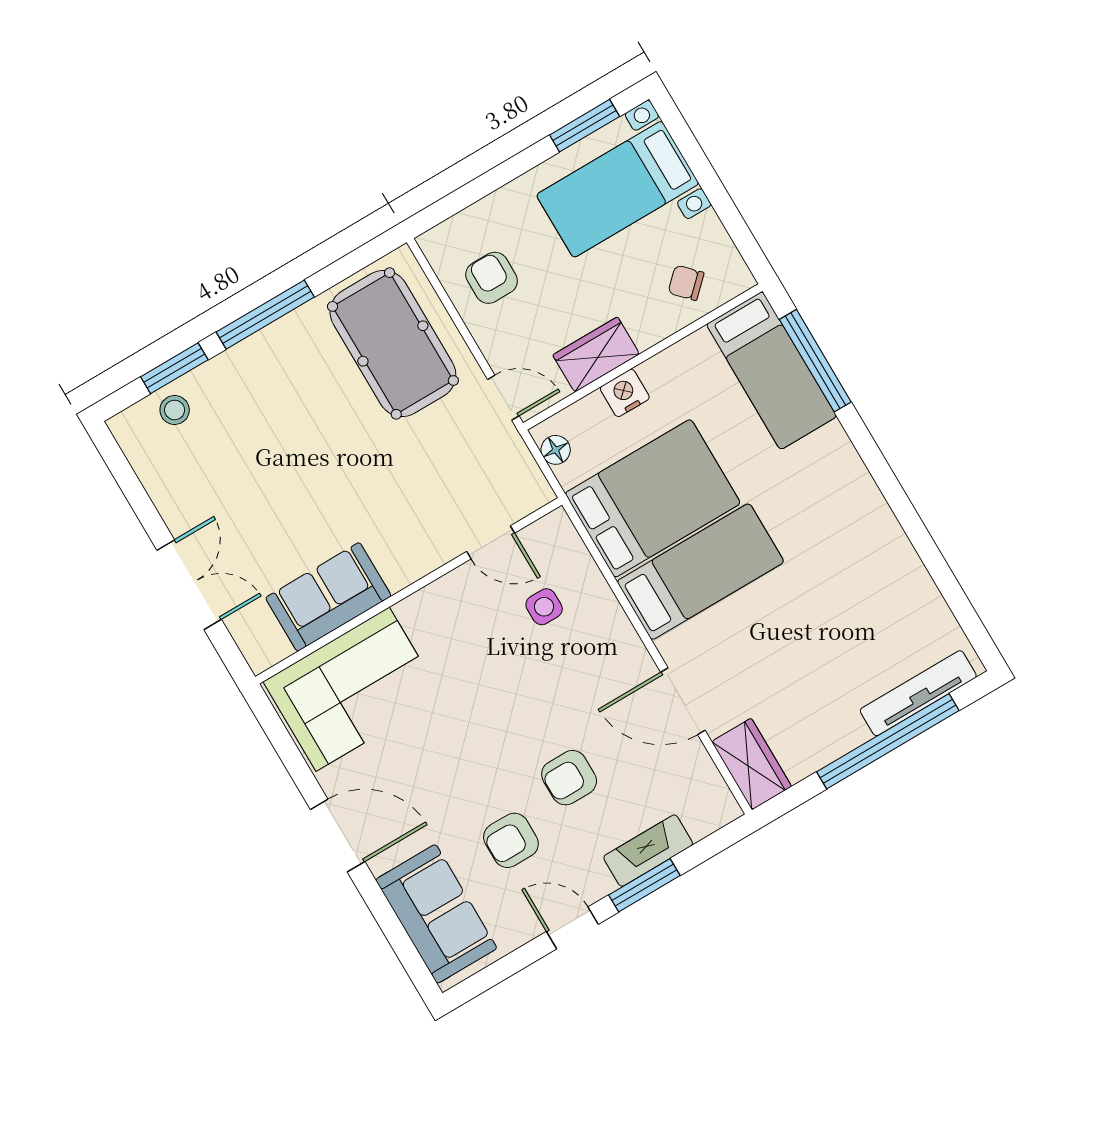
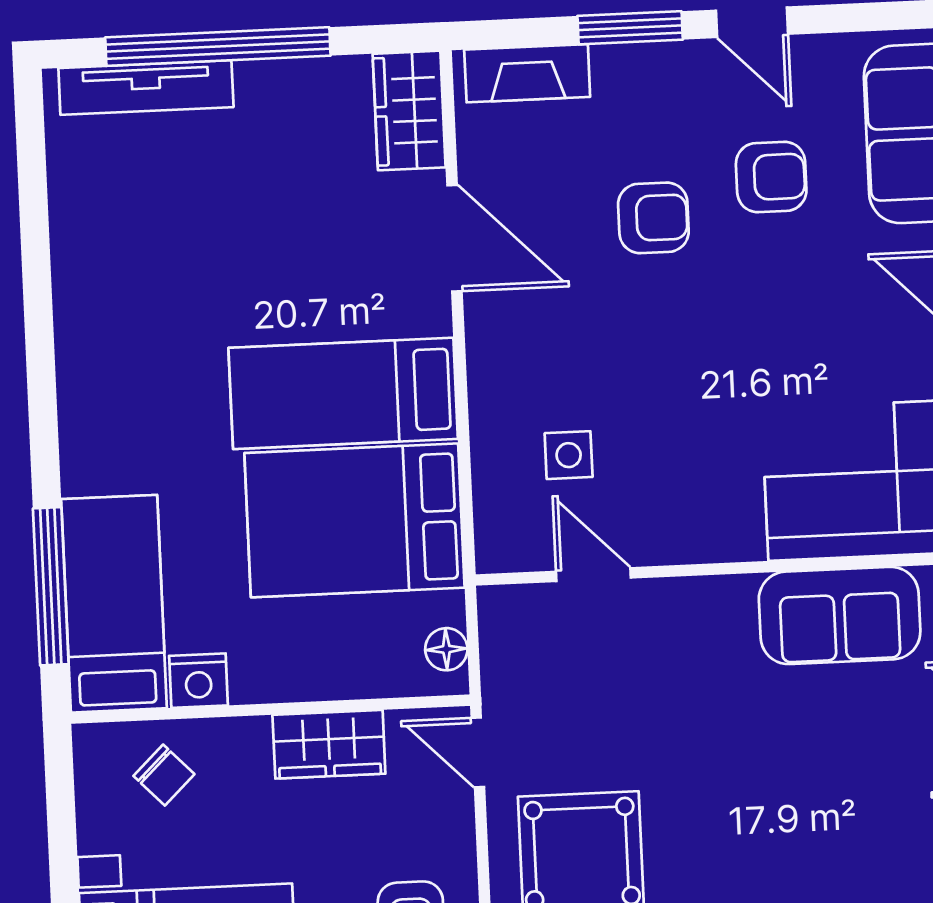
nightstand: (625, 393) -> (198, 681), moved
fireplace: (648, 851) -> (527, 73), moved

